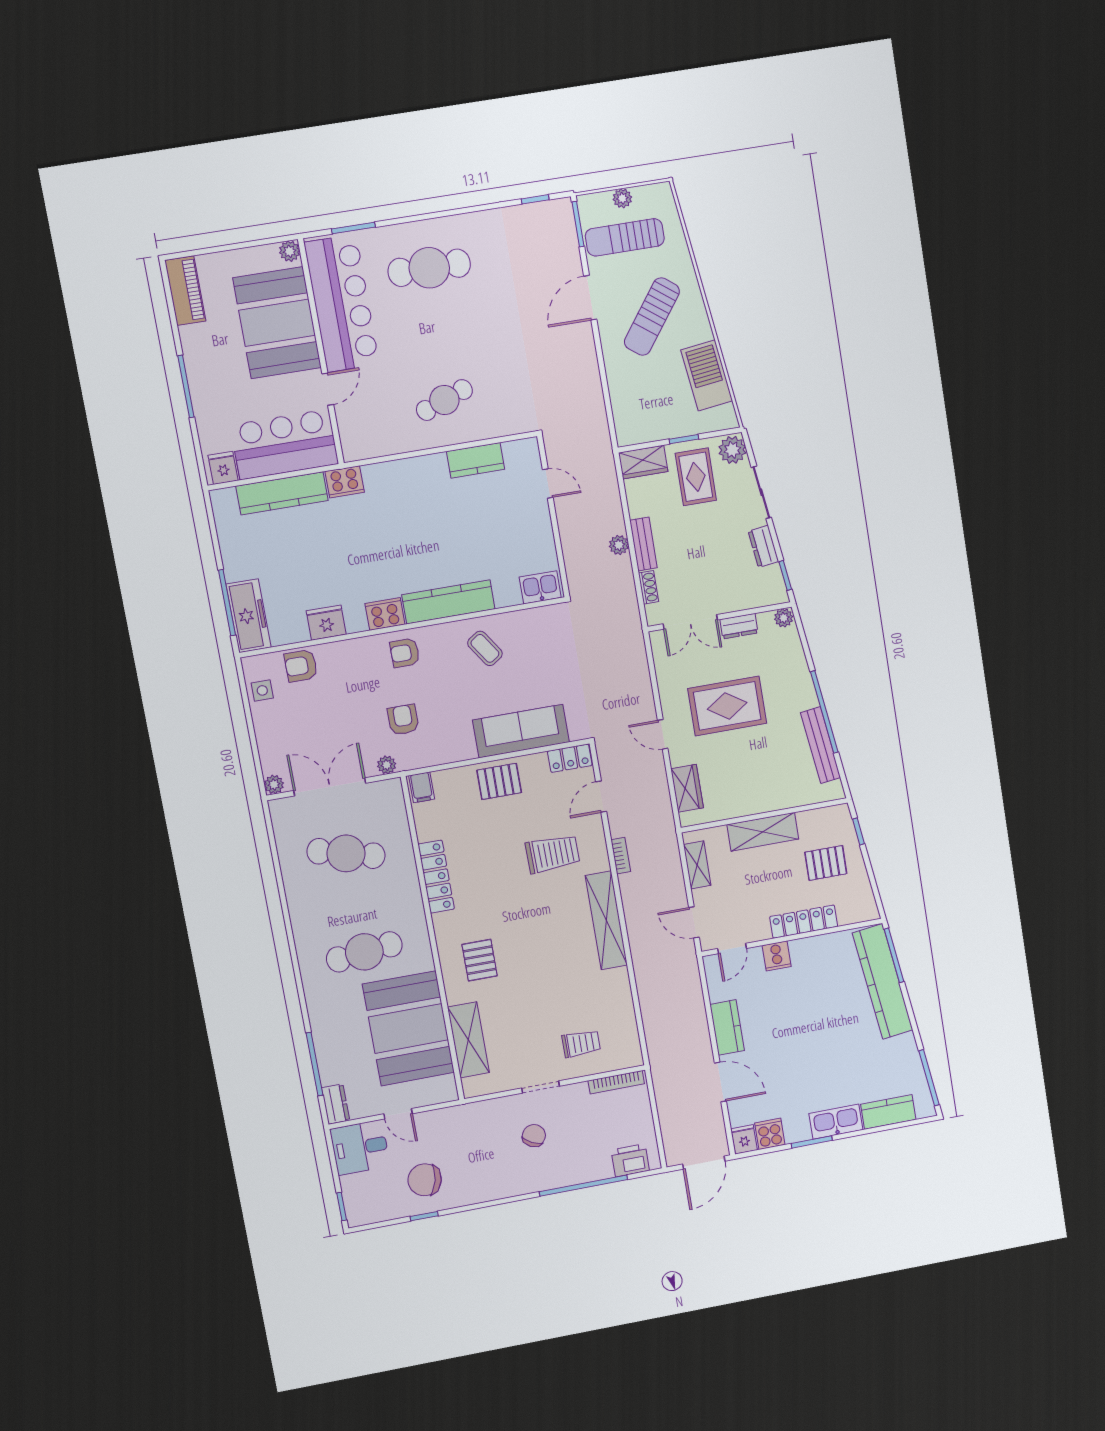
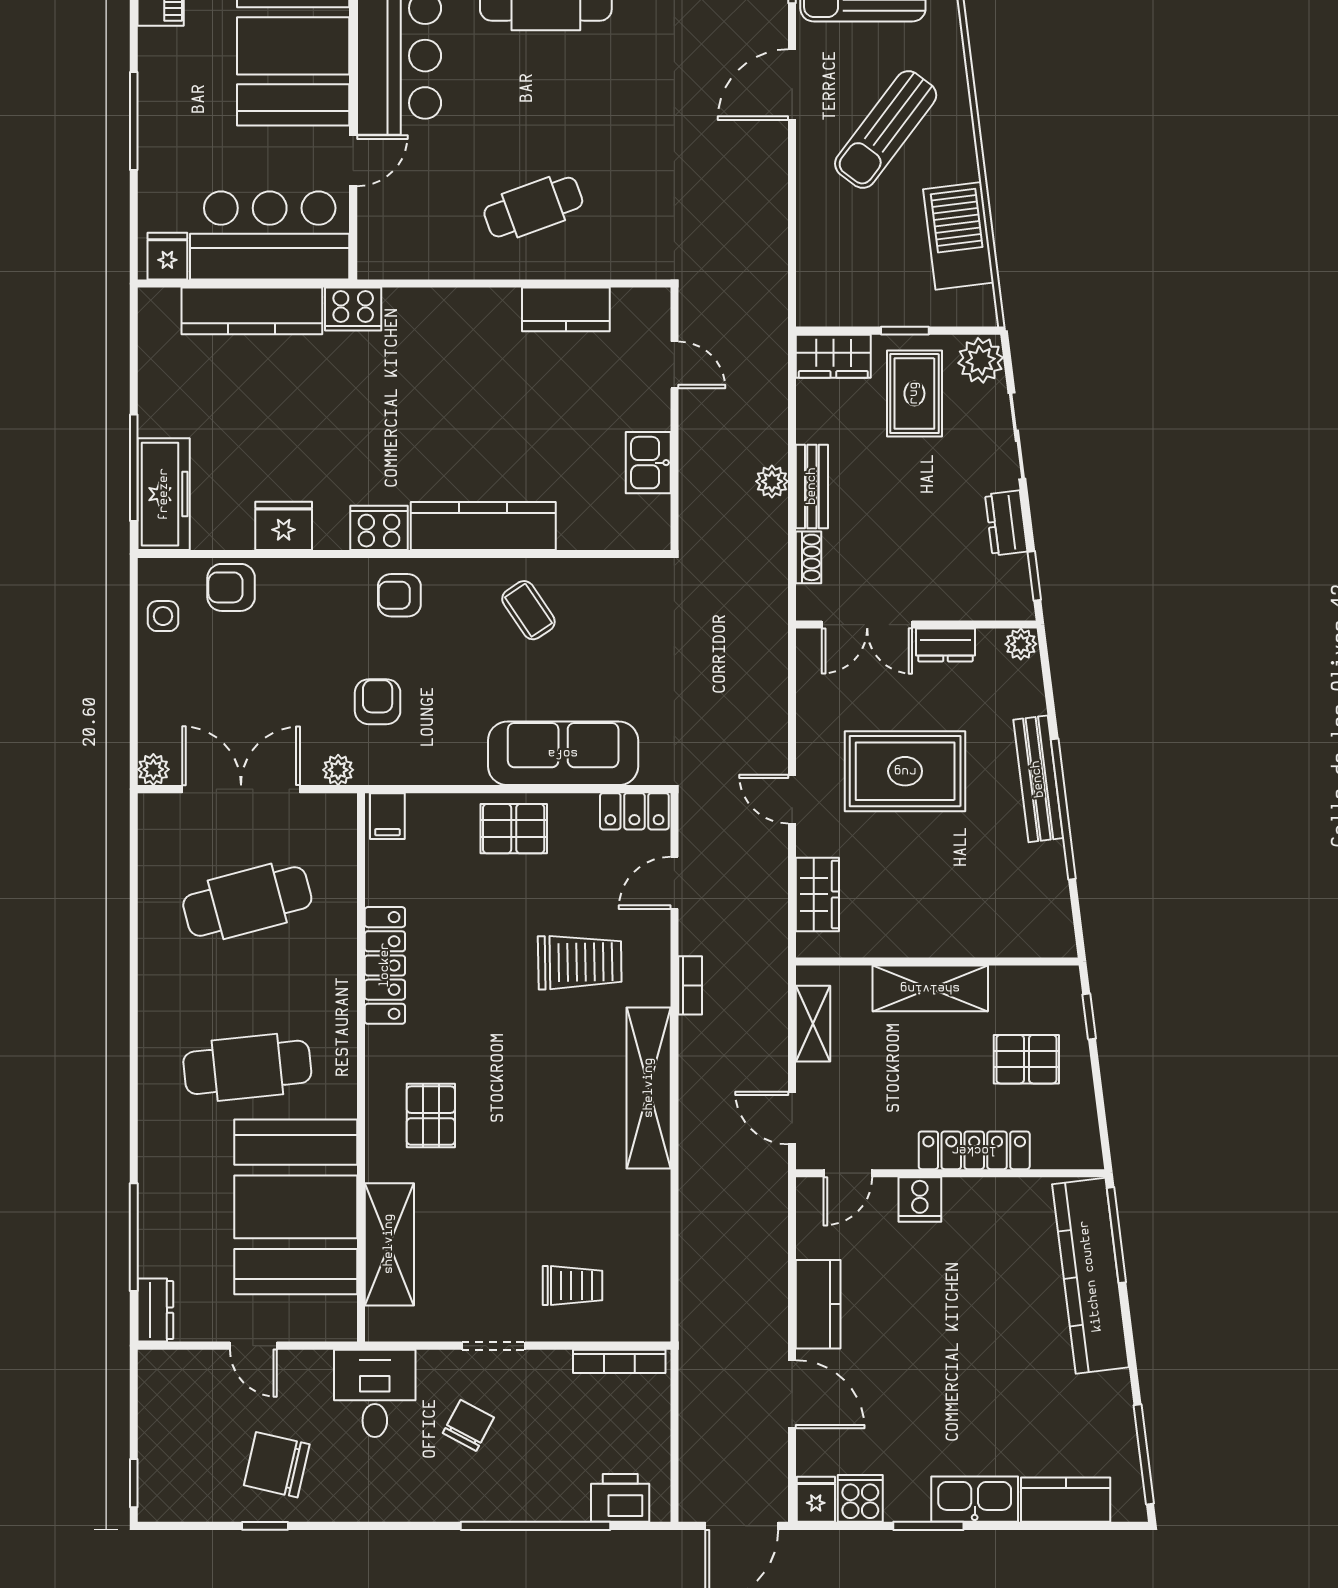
kitchen sink: (540, 587) -> (648, 463), moved, turned -90
bench: (821, 745) -> (1038, 779), moved
cafe table: (346, 853) -> (247, 901), turned -30
desk: (360, 1148) -> (375, 1393), moved, turned 90

